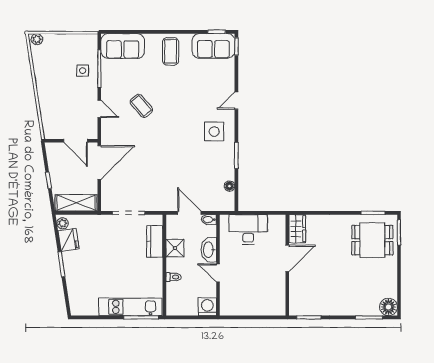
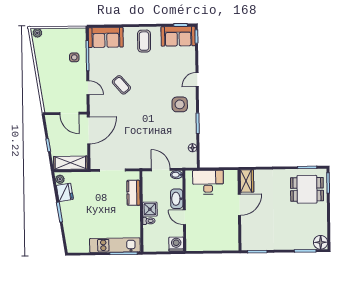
shower: (175, 248) -> (150, 209), moved

